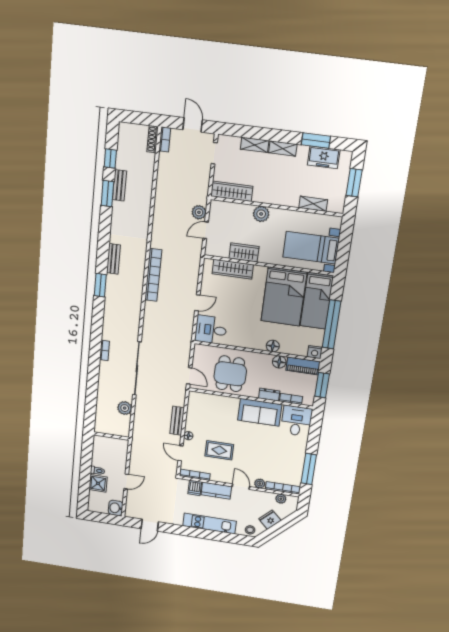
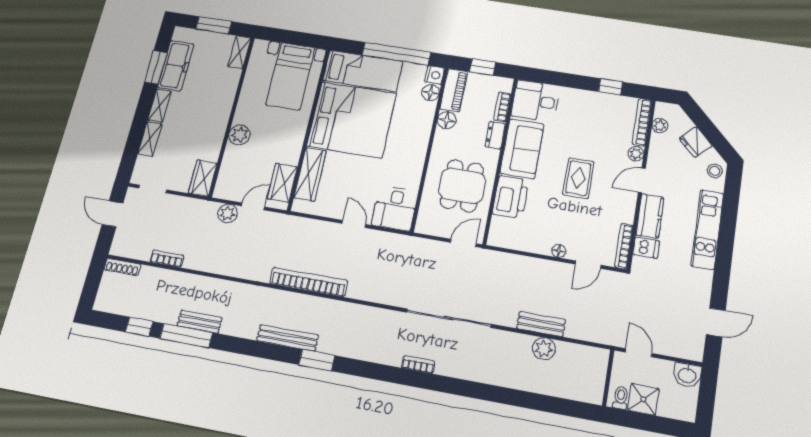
door: (193, 125) -> (113, 214), hinge flipped
bookcase: (165, 139) -> (167, 259), moved
freezer: (324, 157) -> (176, 66), width x1.40
bench: (119, 185) -> (200, 322), moved
wardrobe: (232, 191) -> (203, 178), width x0.67
window: (107, 194) -> (186, 336), width x1.44
shelving: (313, 204) -> (239, 52), moved
door: (206, 230) -> (253, 206), swing flipped
wardrobe: (244, 252) -> (282, 183), moved
bench: (113, 259) -> (287, 338), width x1.36
bed: (284, 297) -> (352, 120), width x1.36
floor lamp: (273, 346) -> (431, 93), moved
dining table: (230, 374) -> (462, 186), turned 90
window: (322, 385) -> (483, 67), width x0.67
printer: (224, 405) -> (511, 197), added
plant: (125, 408) -> (544, 349), moved
bench: (177, 421) -> (541, 324), moved
wall: (111, 436) -> (608, 378), moved
rug: (219, 450) -> (578, 178), moved
window: (309, 469) -> (611, 87), width x0.46
door: (150, 525) -> (716, 322), hinge flipped

